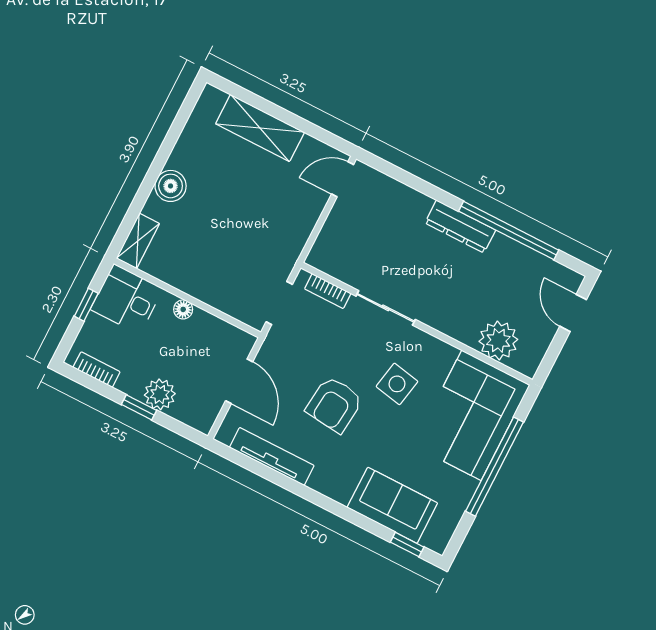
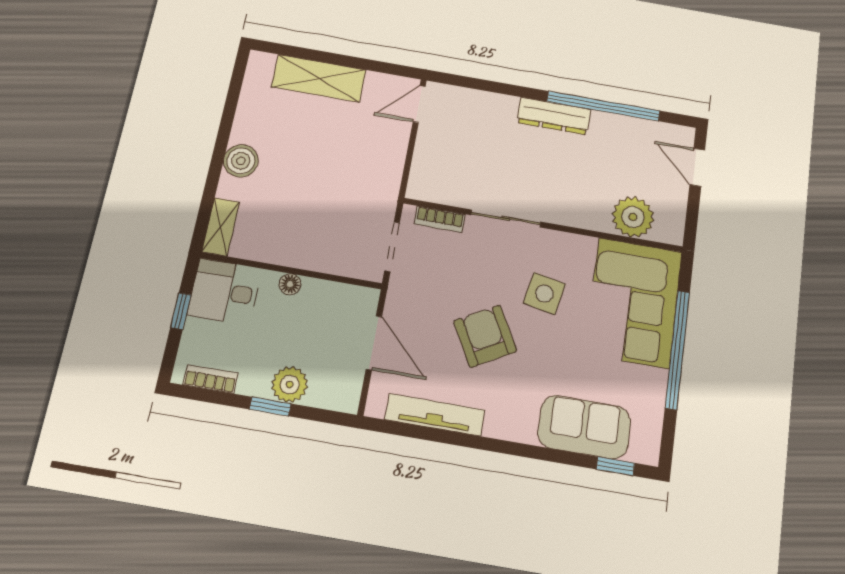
armchair: (334, 405) -> (485, 336), turned 145

